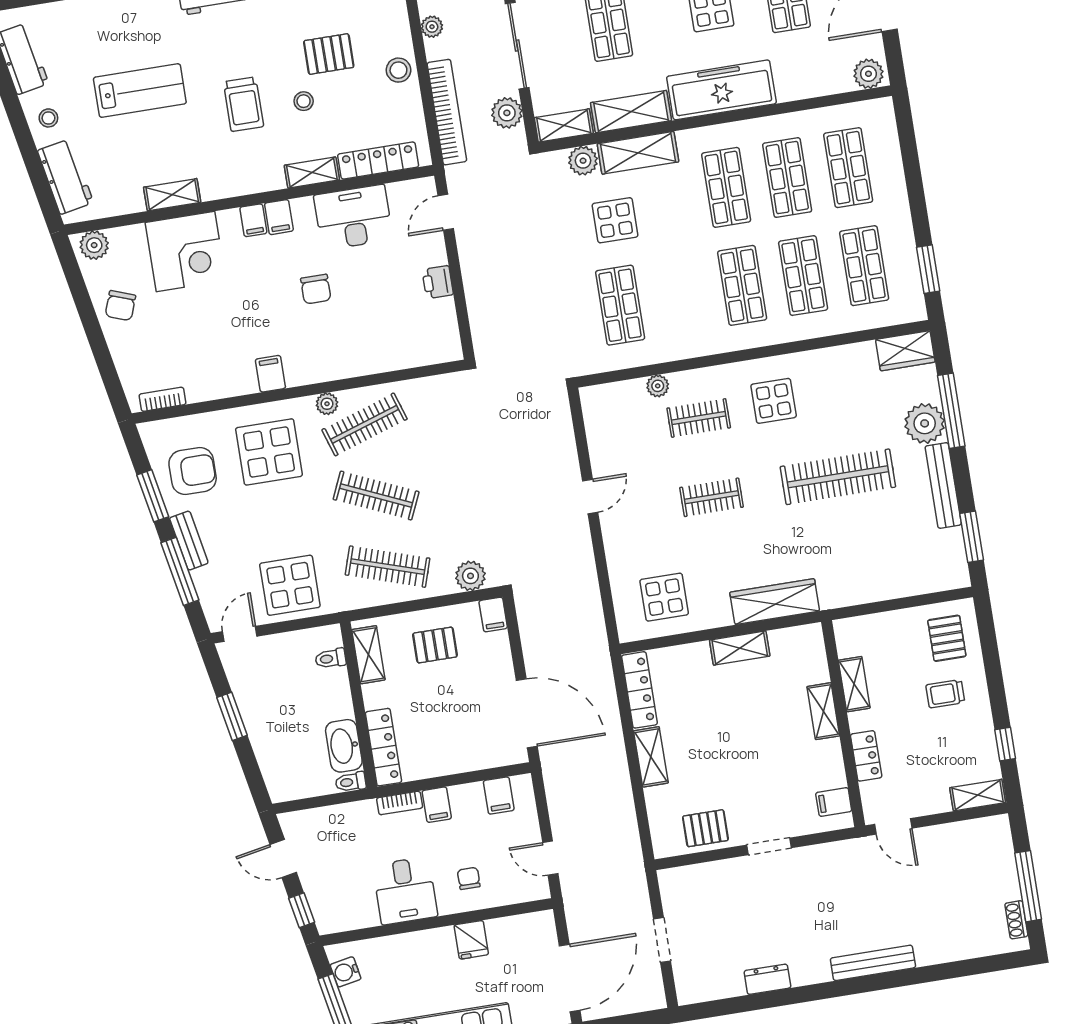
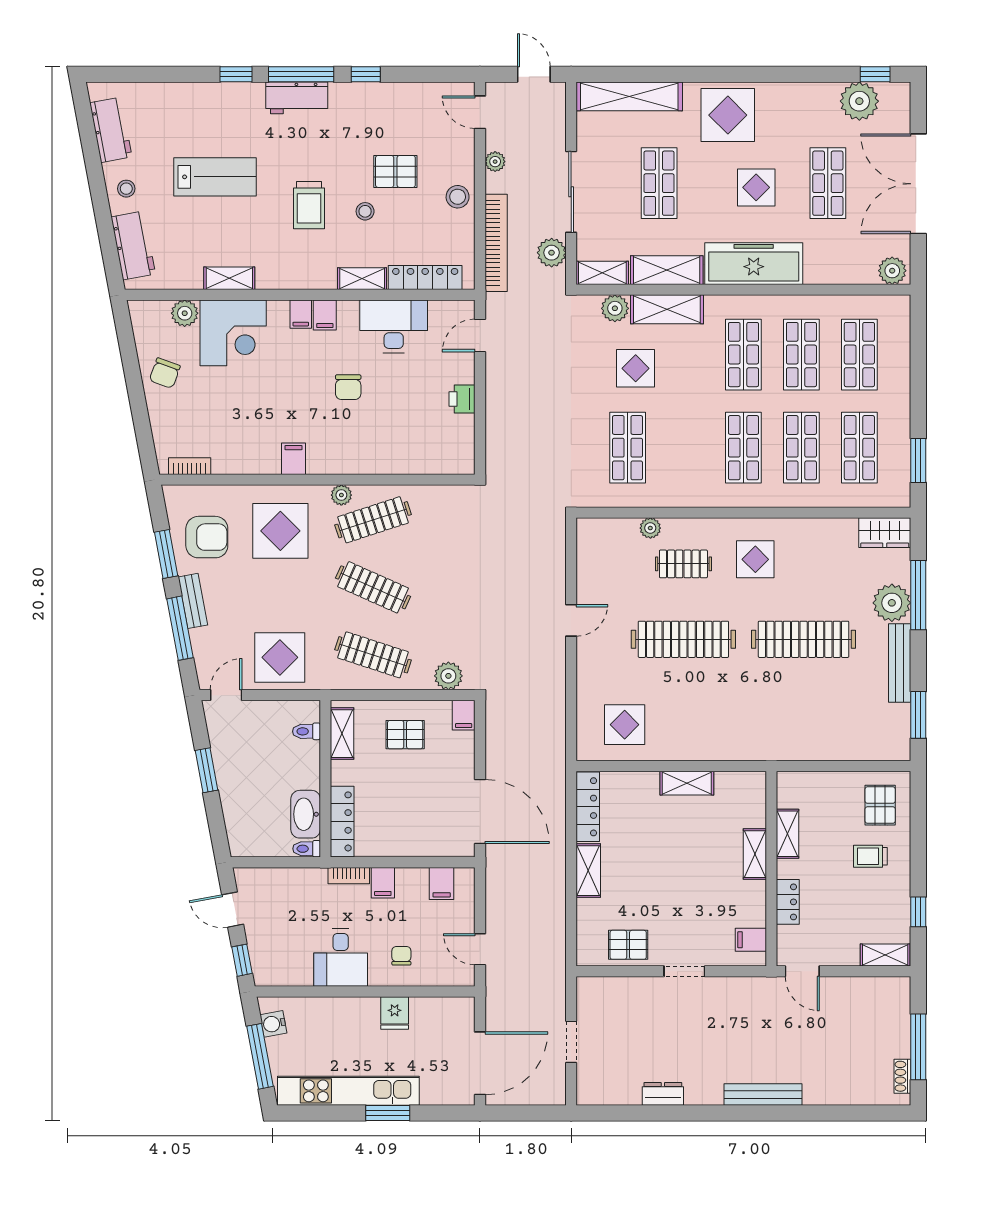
plant: (94, 245) -> (185, 313), moved
clothes rail: (712, 497) -> (683, 639), width x1.86, depth x1.31
wardrobe: (775, 602) -> (726, 745), removed

